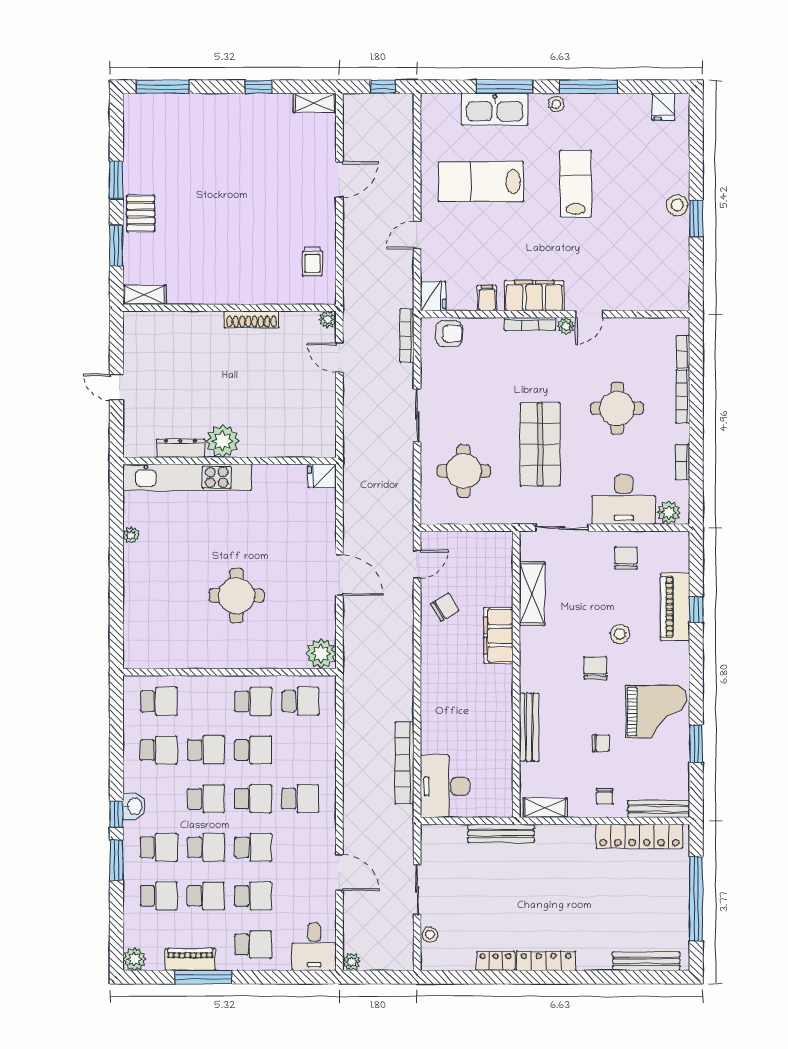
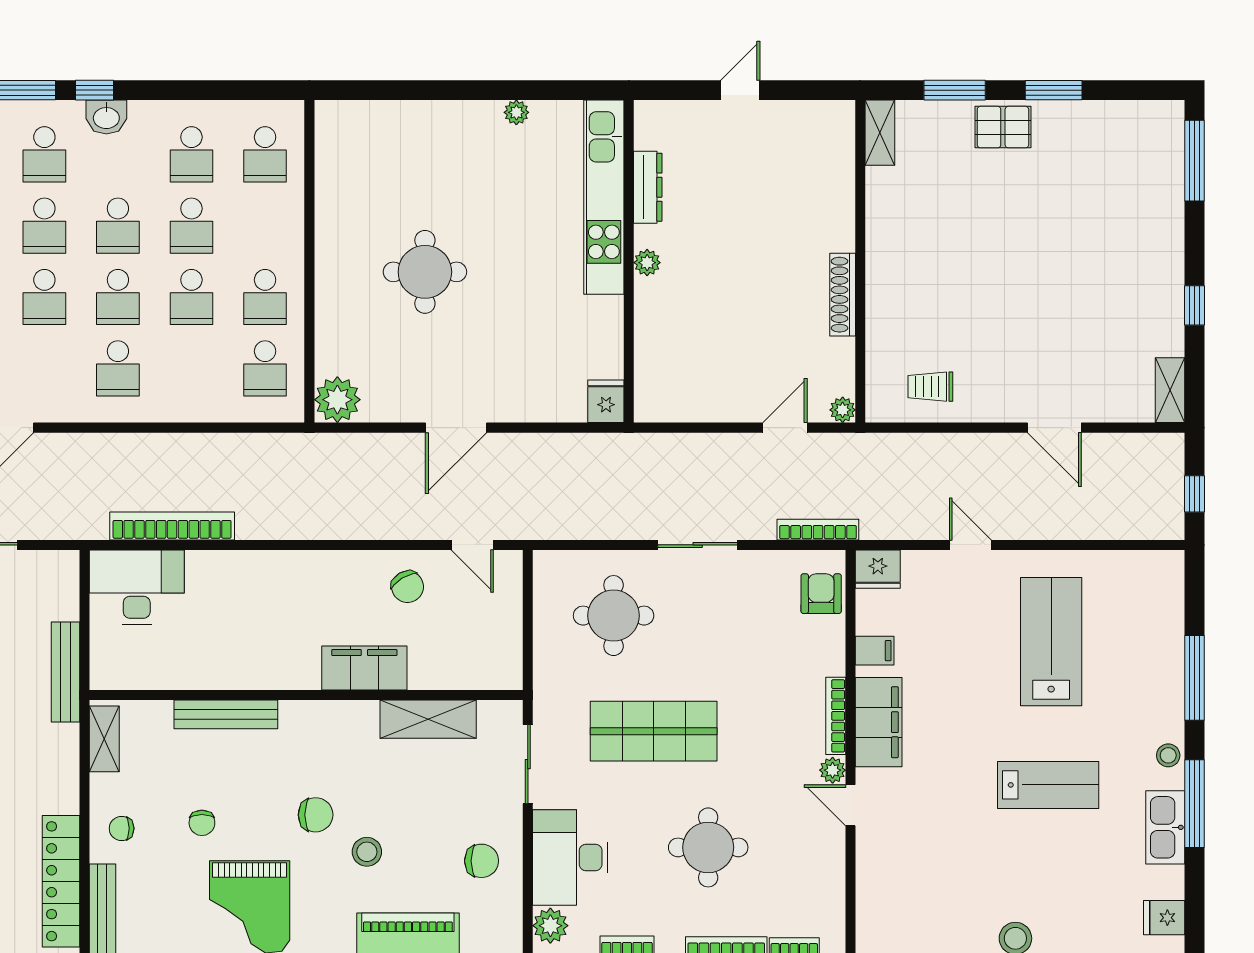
kitchen sink: (495, 109) -> (1165, 827), moved, width x0.73, depth x0.81
armchair: (449, 334) -> (821, 594), turned 180
plant: (223, 441) -> (647, 263), width x0.53, depth x0.53

